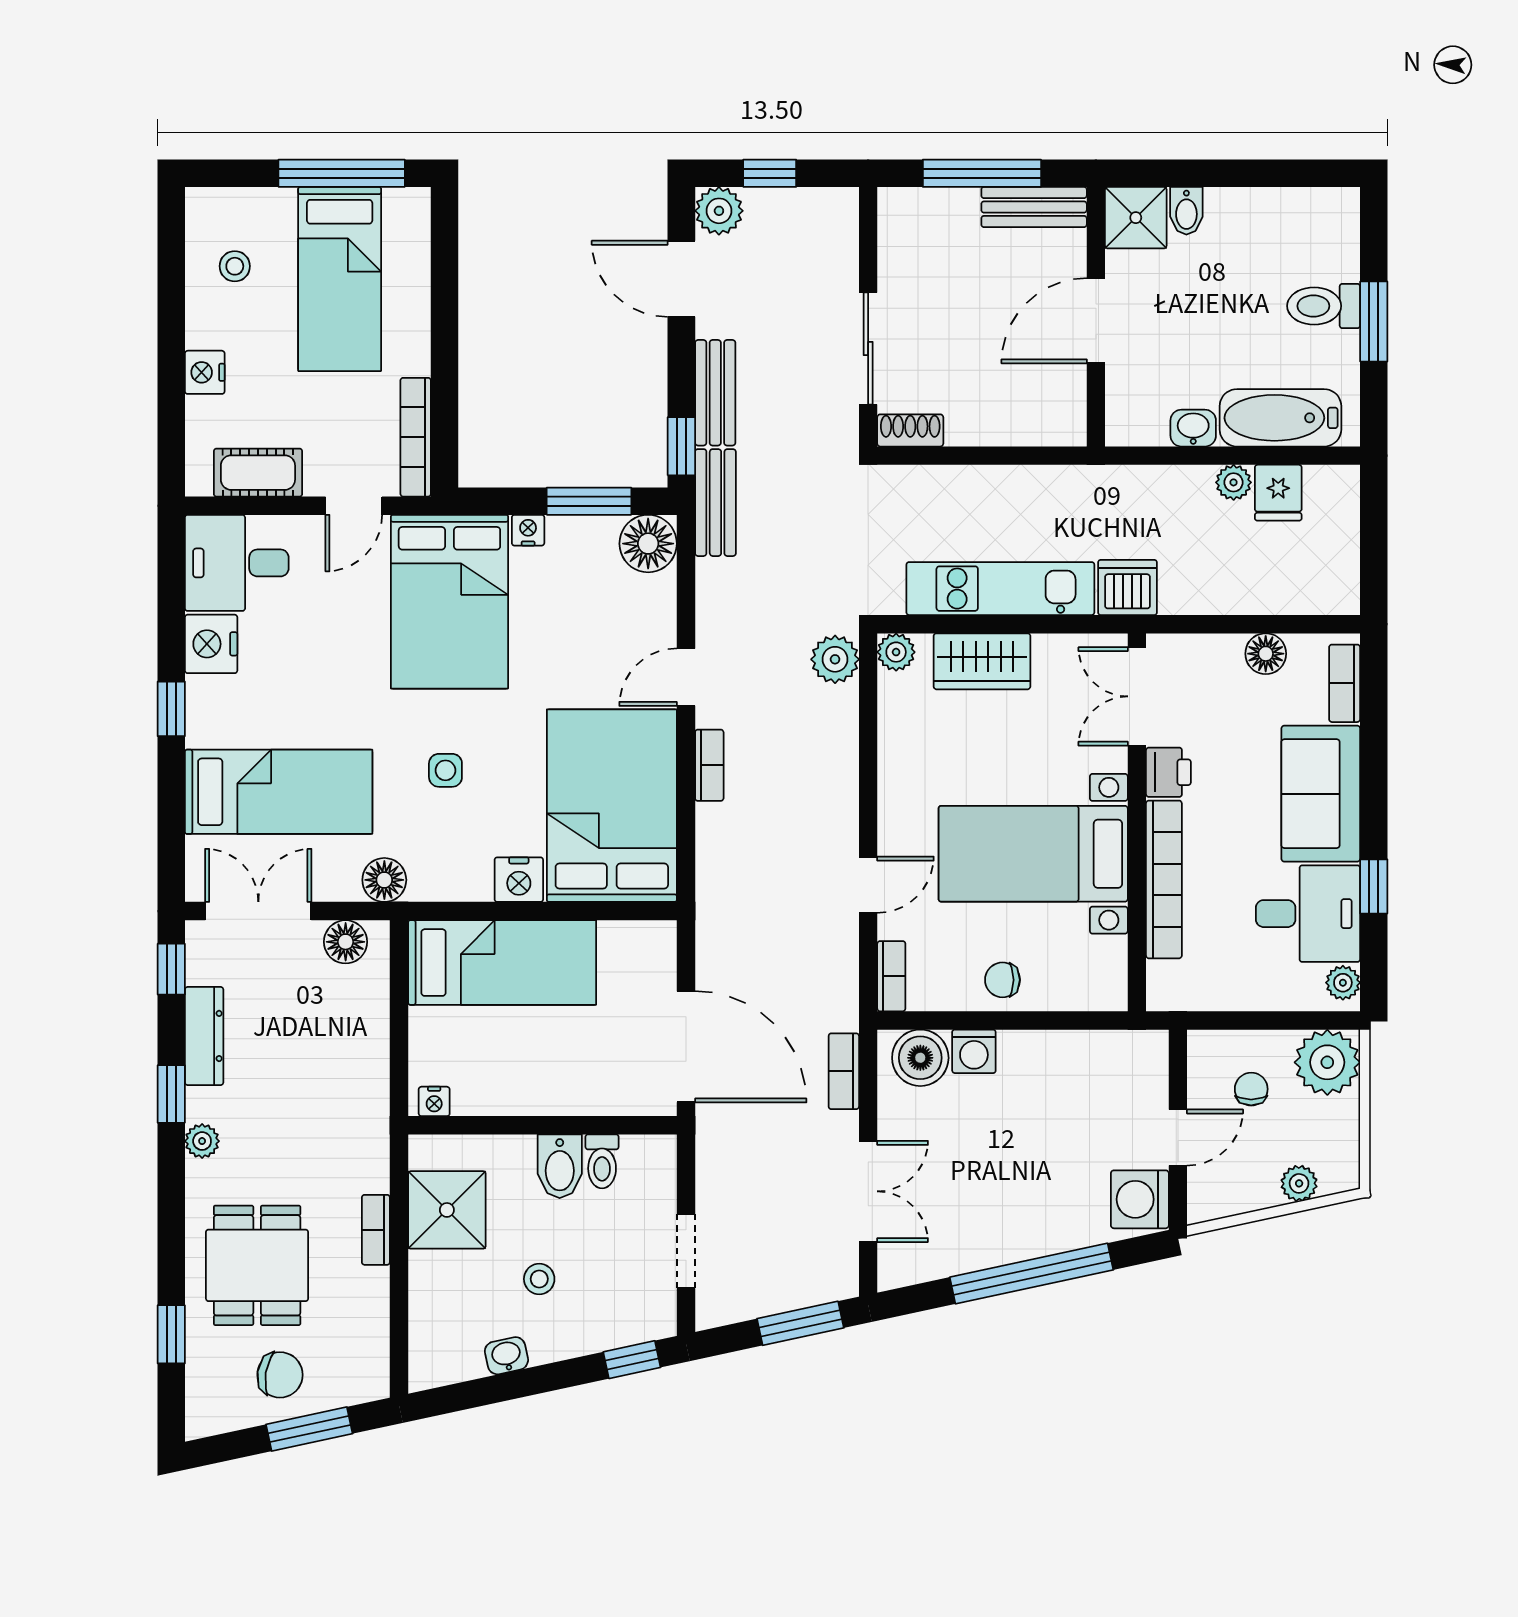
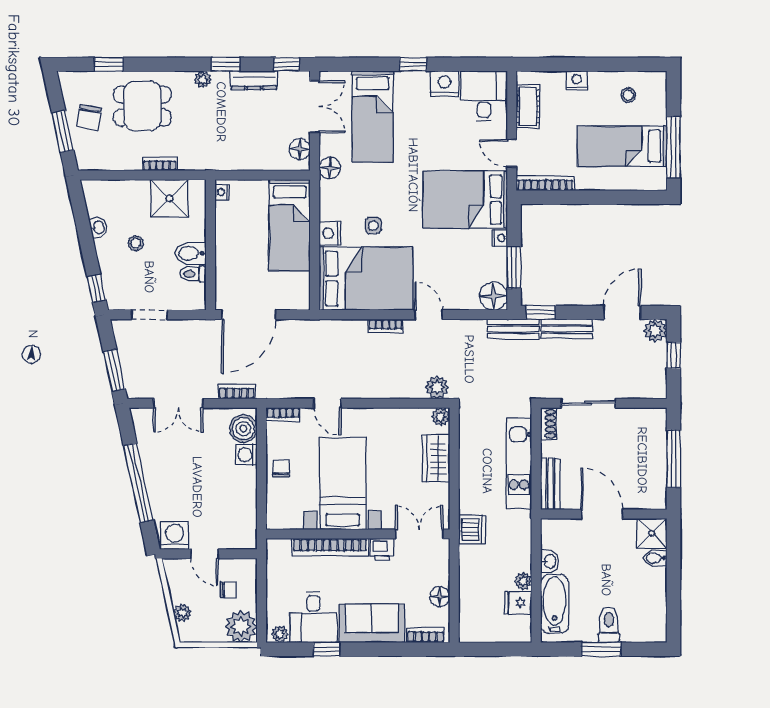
bench: (1034, 207) -> (550, 484), moved
kitchen unit: (1000, 589) -> (519, 464), moved, turned 180
side table: (445, 770) -> (373, 226), moved

